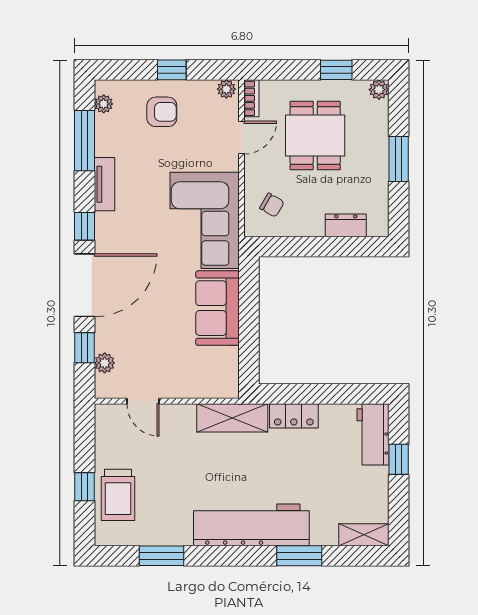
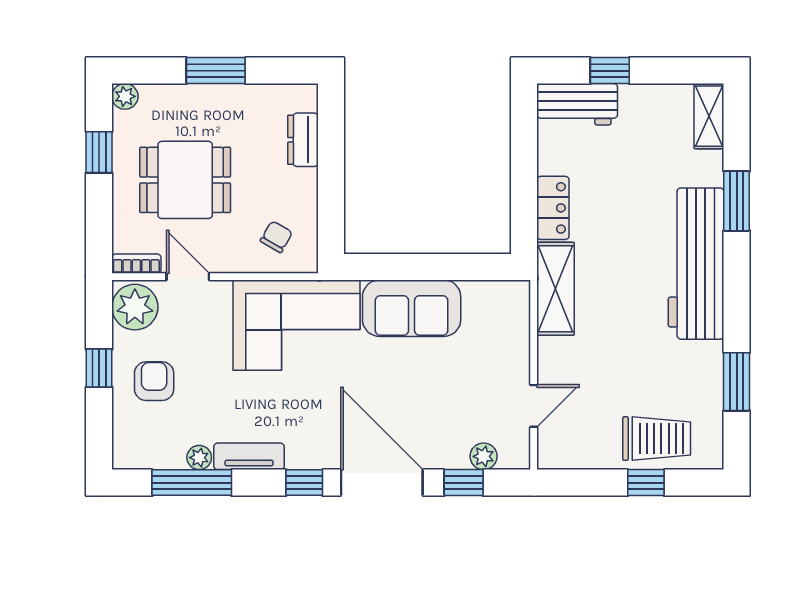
plant: (226, 89) -> (135, 307), width x1.87, depth x1.87
plant: (104, 104) -> (199, 458), moved

